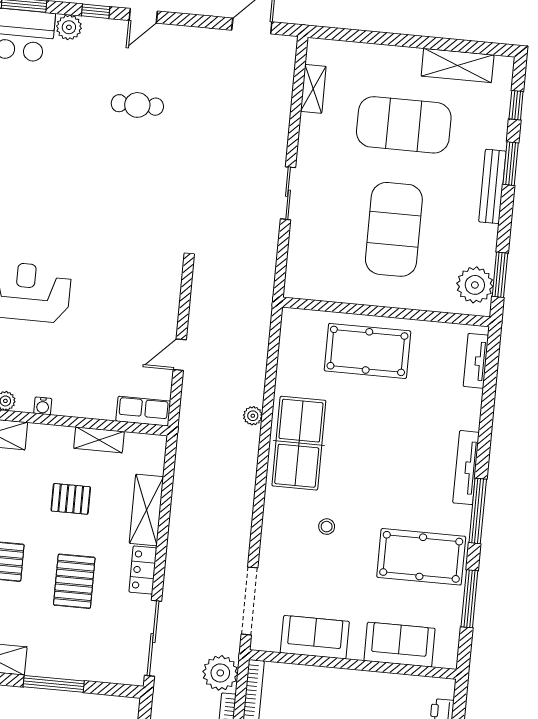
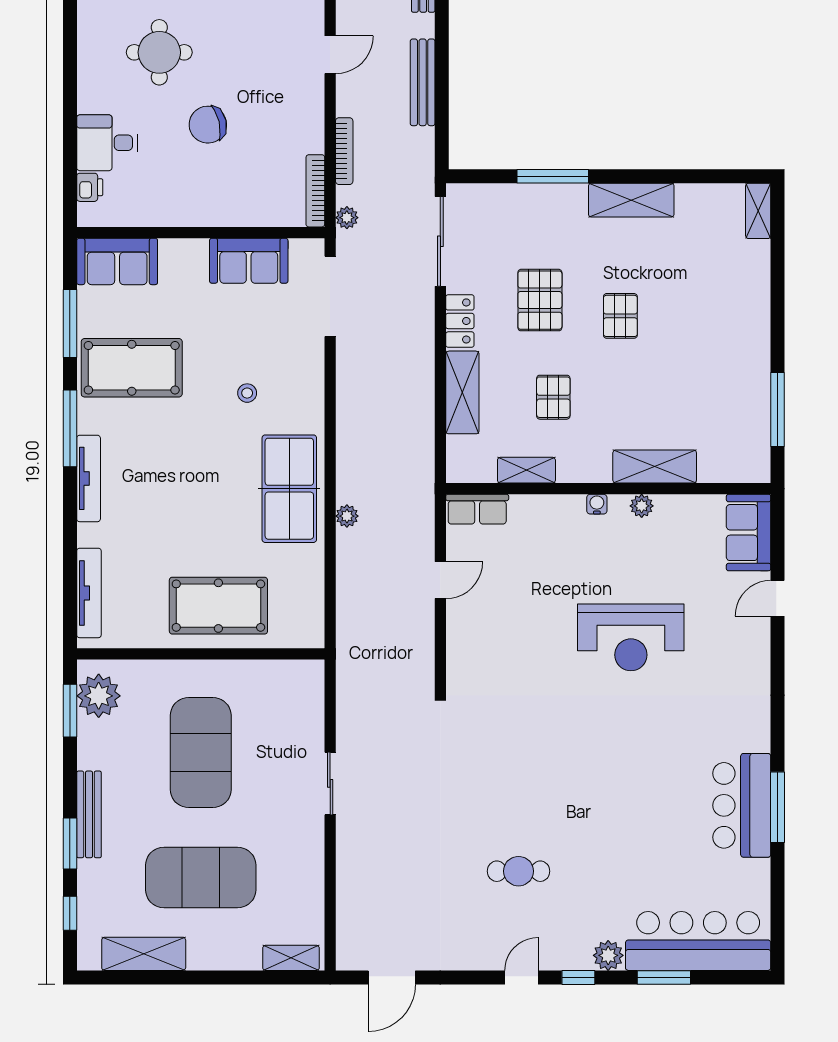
shelving: (313, 89) -> (291, 958), moved, turned 90
tv unit: (476, 361) -> (89, 593), width x1.41
pallet: (71, 499) -> (553, 397), turned 90
sofa: (400, 645) -> (117, 261), moved
plant: (220, 673) -> (347, 218), width x0.53, depth x0.53

